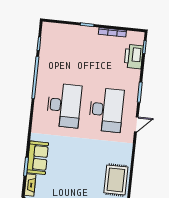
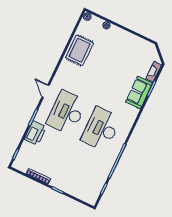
printer: (134, 57) -> (35, 133), moved
door: (136, 124) -> (46, 91), hinge flipped

